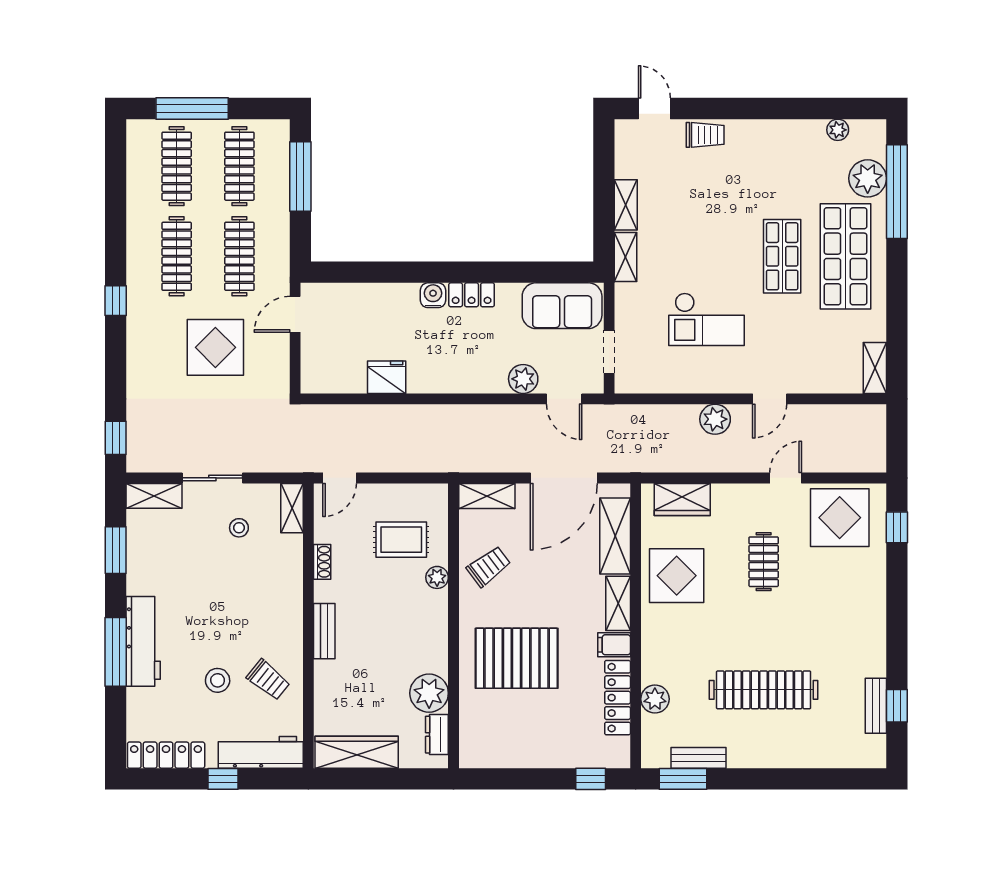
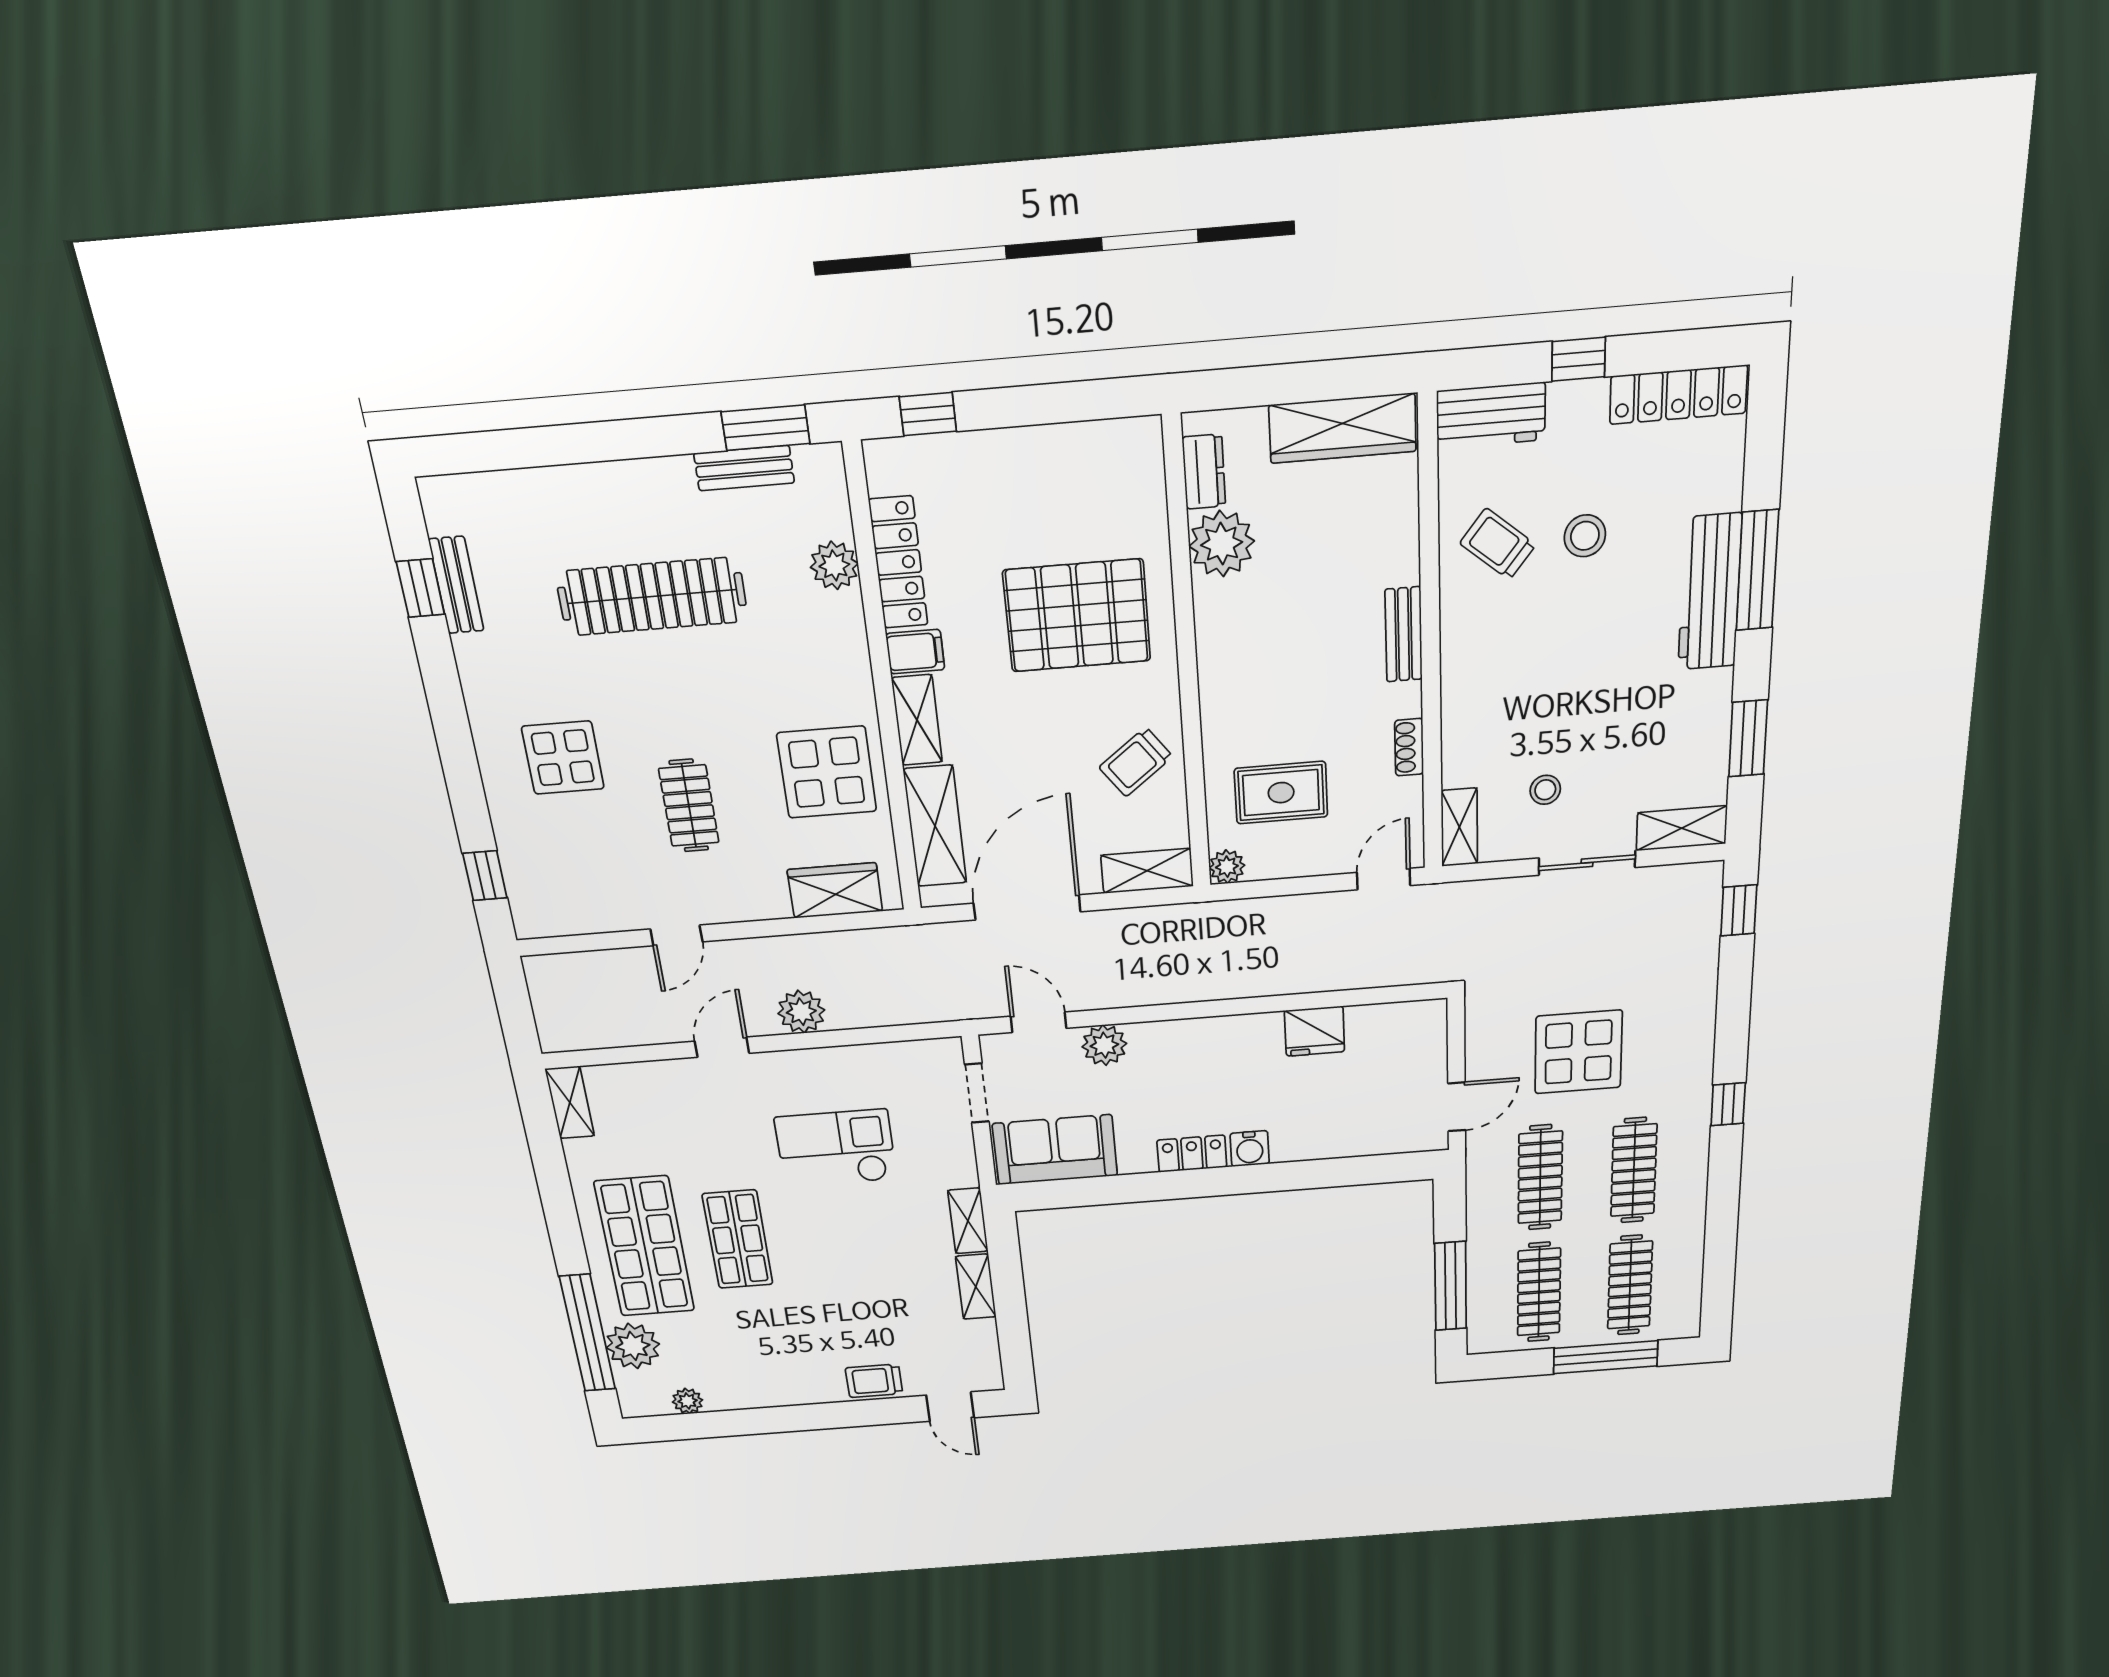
display table: (840, 518) -> (563, 758), moved, width x0.73, depth x0.73
plant: (437, 577) -> (1227, 867), moved
workbench: (261, 752) -> (1491, 415), width x0.73

